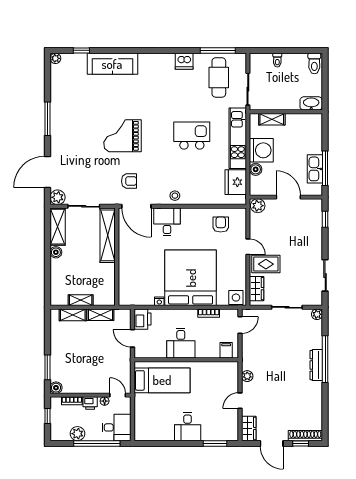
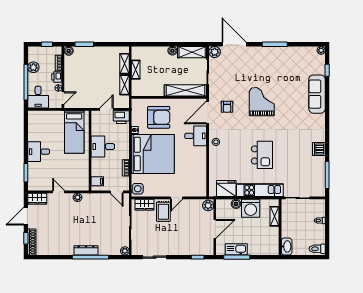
cafe table: (219, 77) -> (306, 176), removed
armchair: (221, 225) -> (159, 117), moved, width x1.88, depth x1.88

